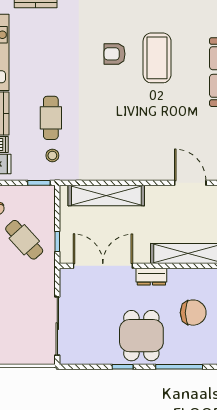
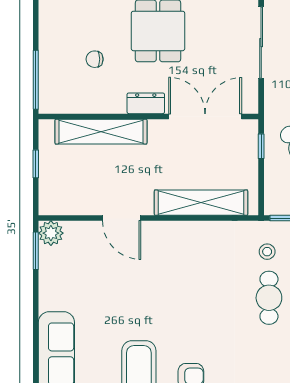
door: (190, 183) -> (122, 218), moved
double door: (103, 266) -> (205, 116), swing flipped
chair: (193, 313) -> (95, 59), width x0.54, depth x0.54

